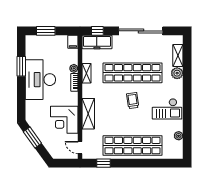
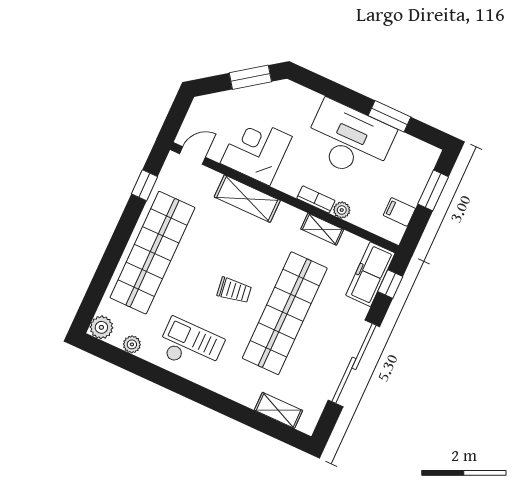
filing cabinet: (73, 42) -> (399, 212), moved
plant: (177, 73) -> (101, 327), moved
checkout: (167, 109) -> (190, 346), turned 90

